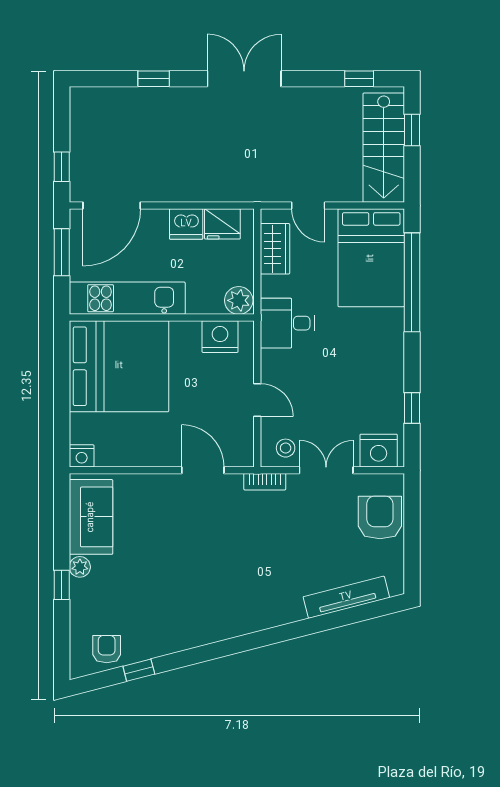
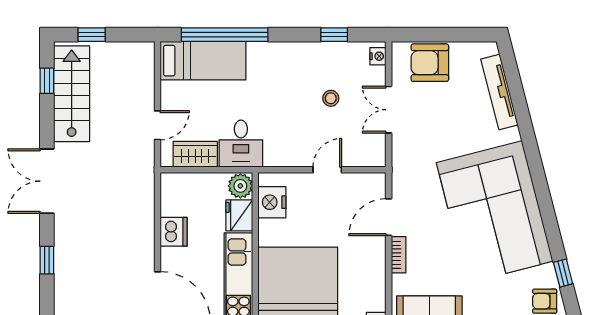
stairs: (384, 148) -> (72, 94), moved, turned -90
fridge: (222, 224) -> (239, 215), moved, turned 180
bed: (371, 258) -> (203, 61), width x0.67
desk: (287, 323) -> (241, 144), moved
stool: (286, 448) -> (331, 98), moved
nightstand: (379, 451) -> (378, 56), width x0.53, depth x0.56
bookcase: (265, 482) -> (399, 255), moved
corner sofa: (209, 592) -> (495, 212), added

